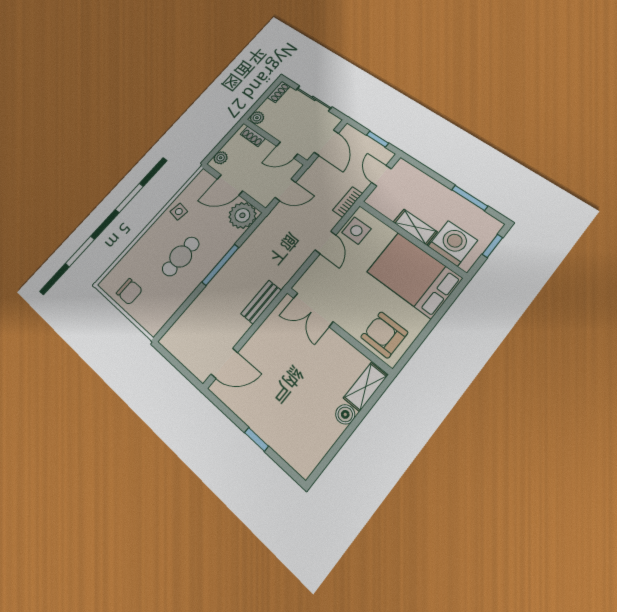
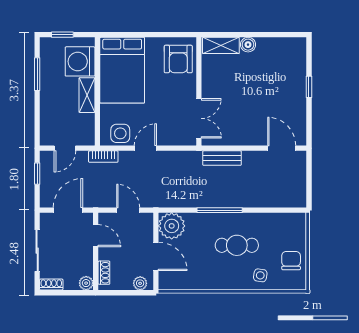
side table: (179, 212) -> (260, 275), moved

